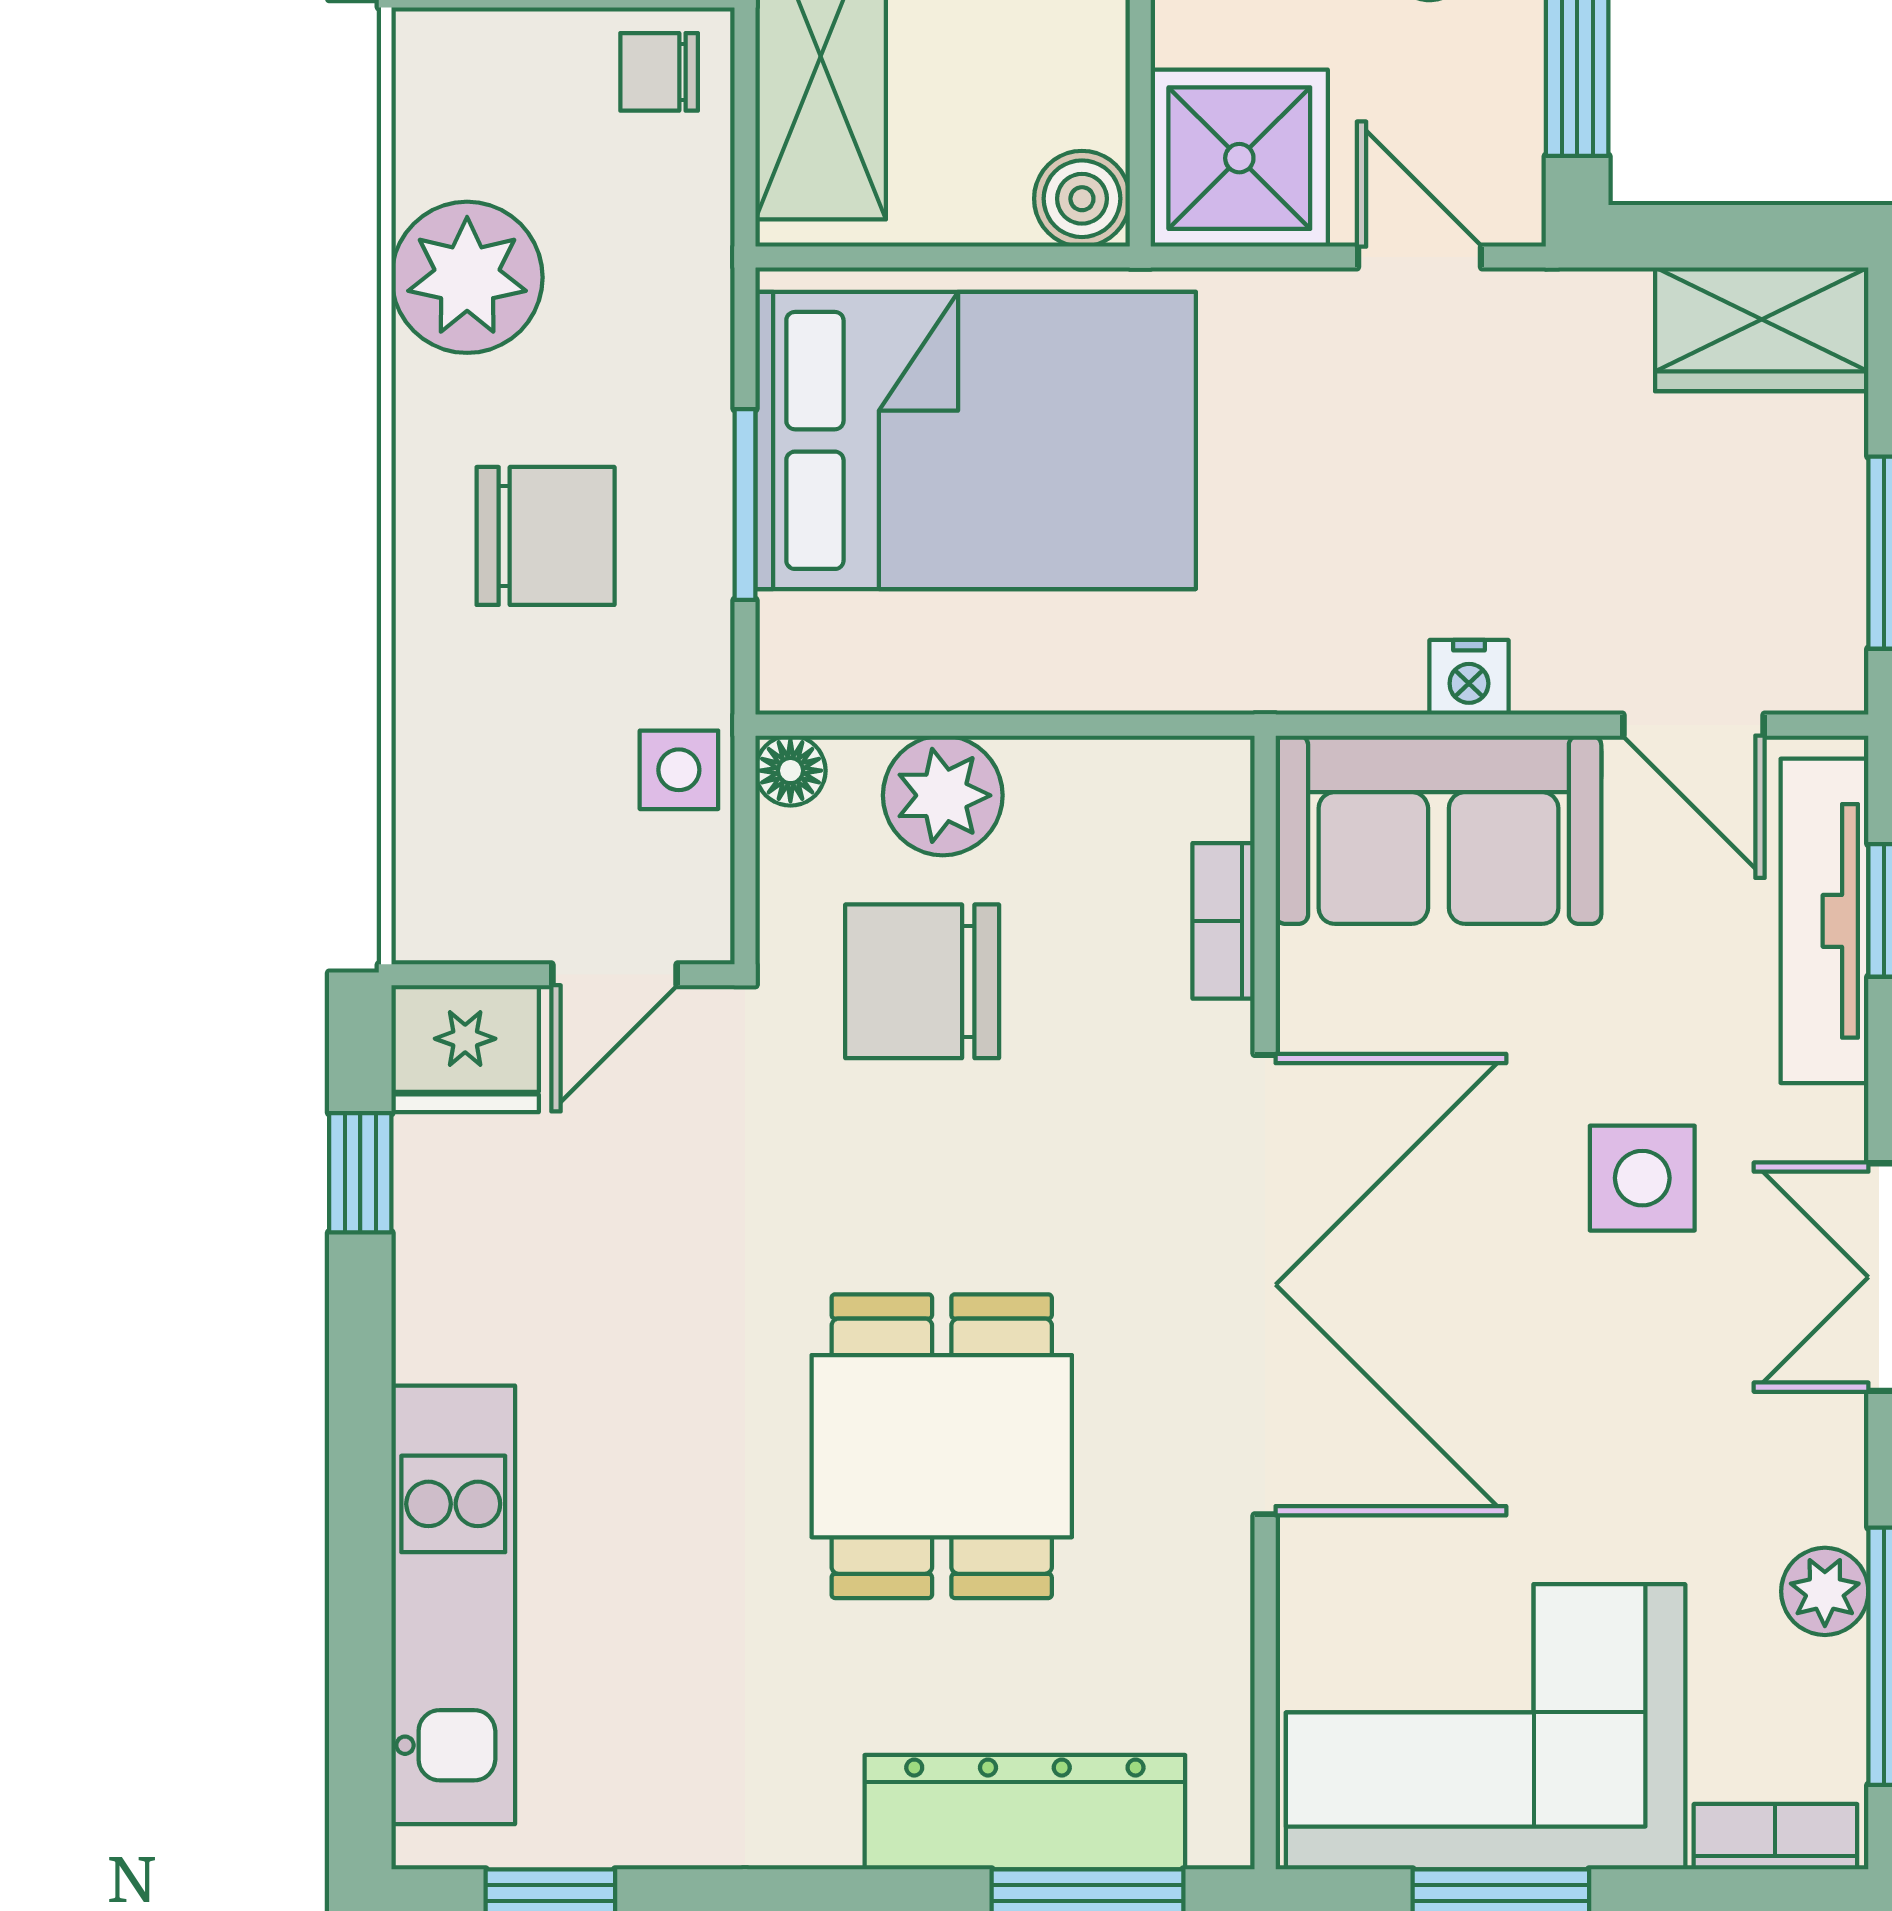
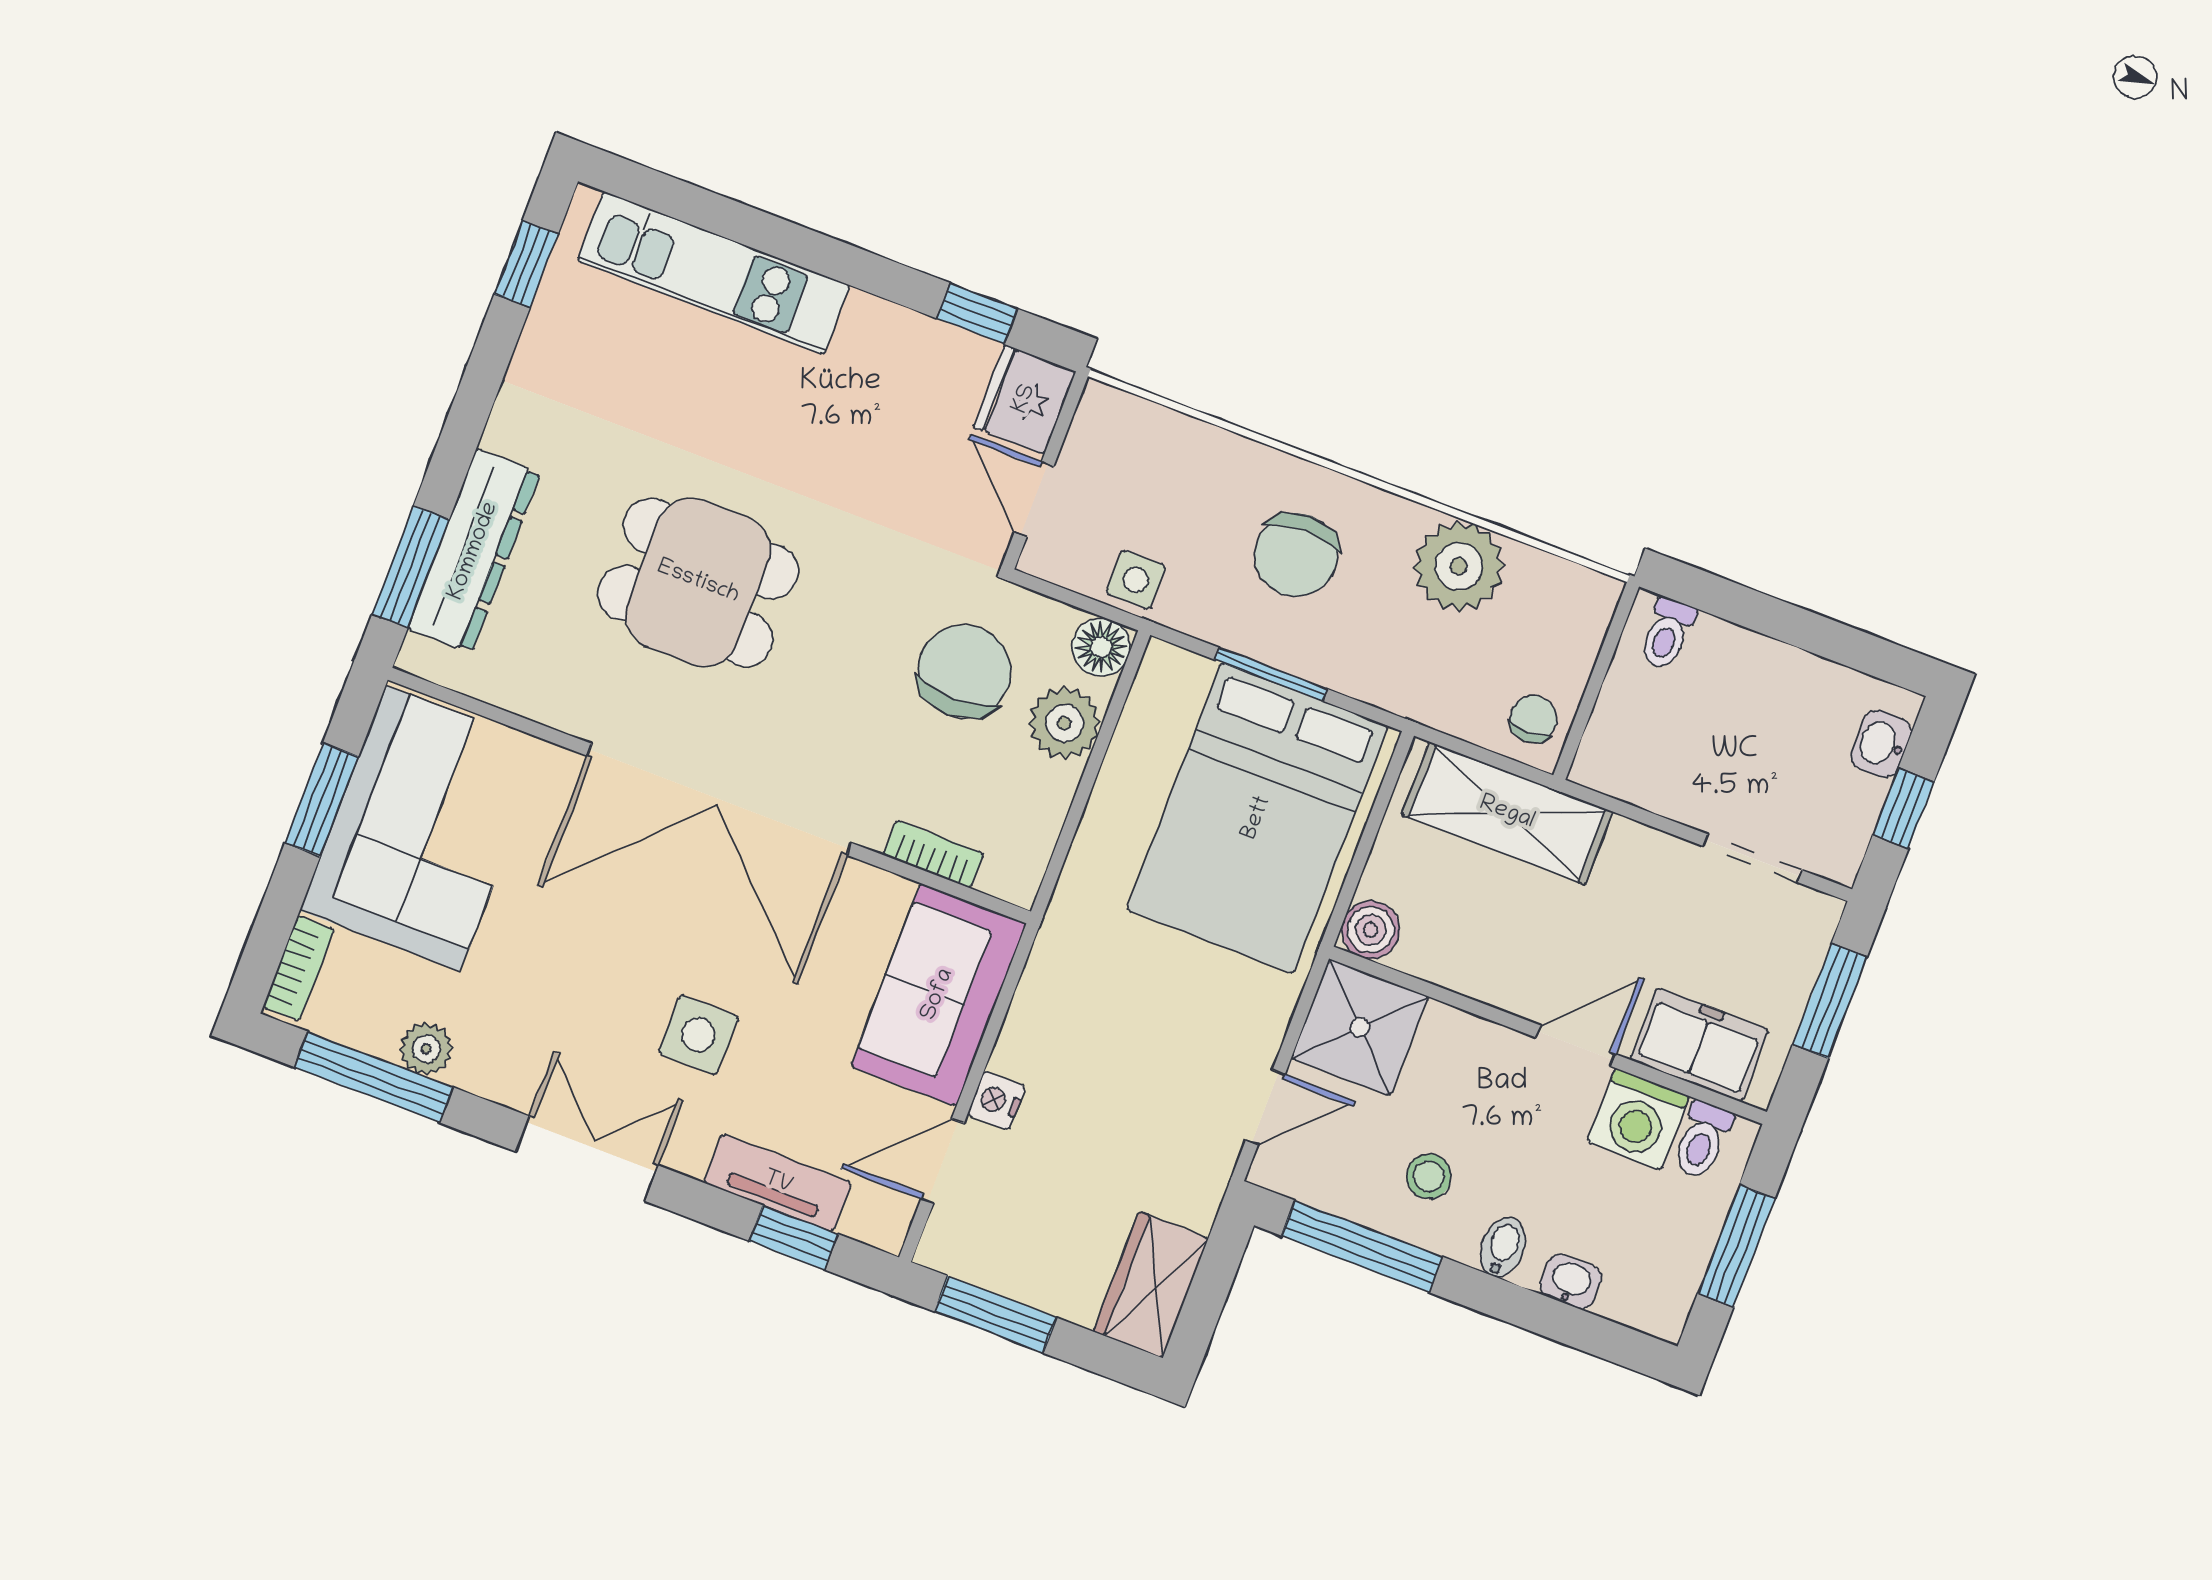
nightstand: (1469, 677) -> (996, 1101), moved
floor lamp: (790, 771) -> (1101, 647), width x1.37, depth x1.37
tv unit: (1824, 921) -> (778, 1183), width x0.71

